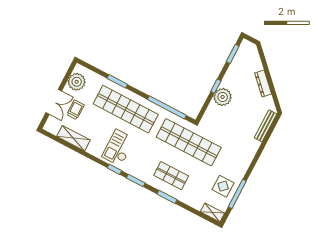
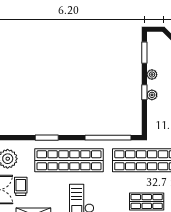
plant: (229, 75) -> (152, 75), added
plant: (223, 97) -> (152, 95), width x0.53, depth x0.53

